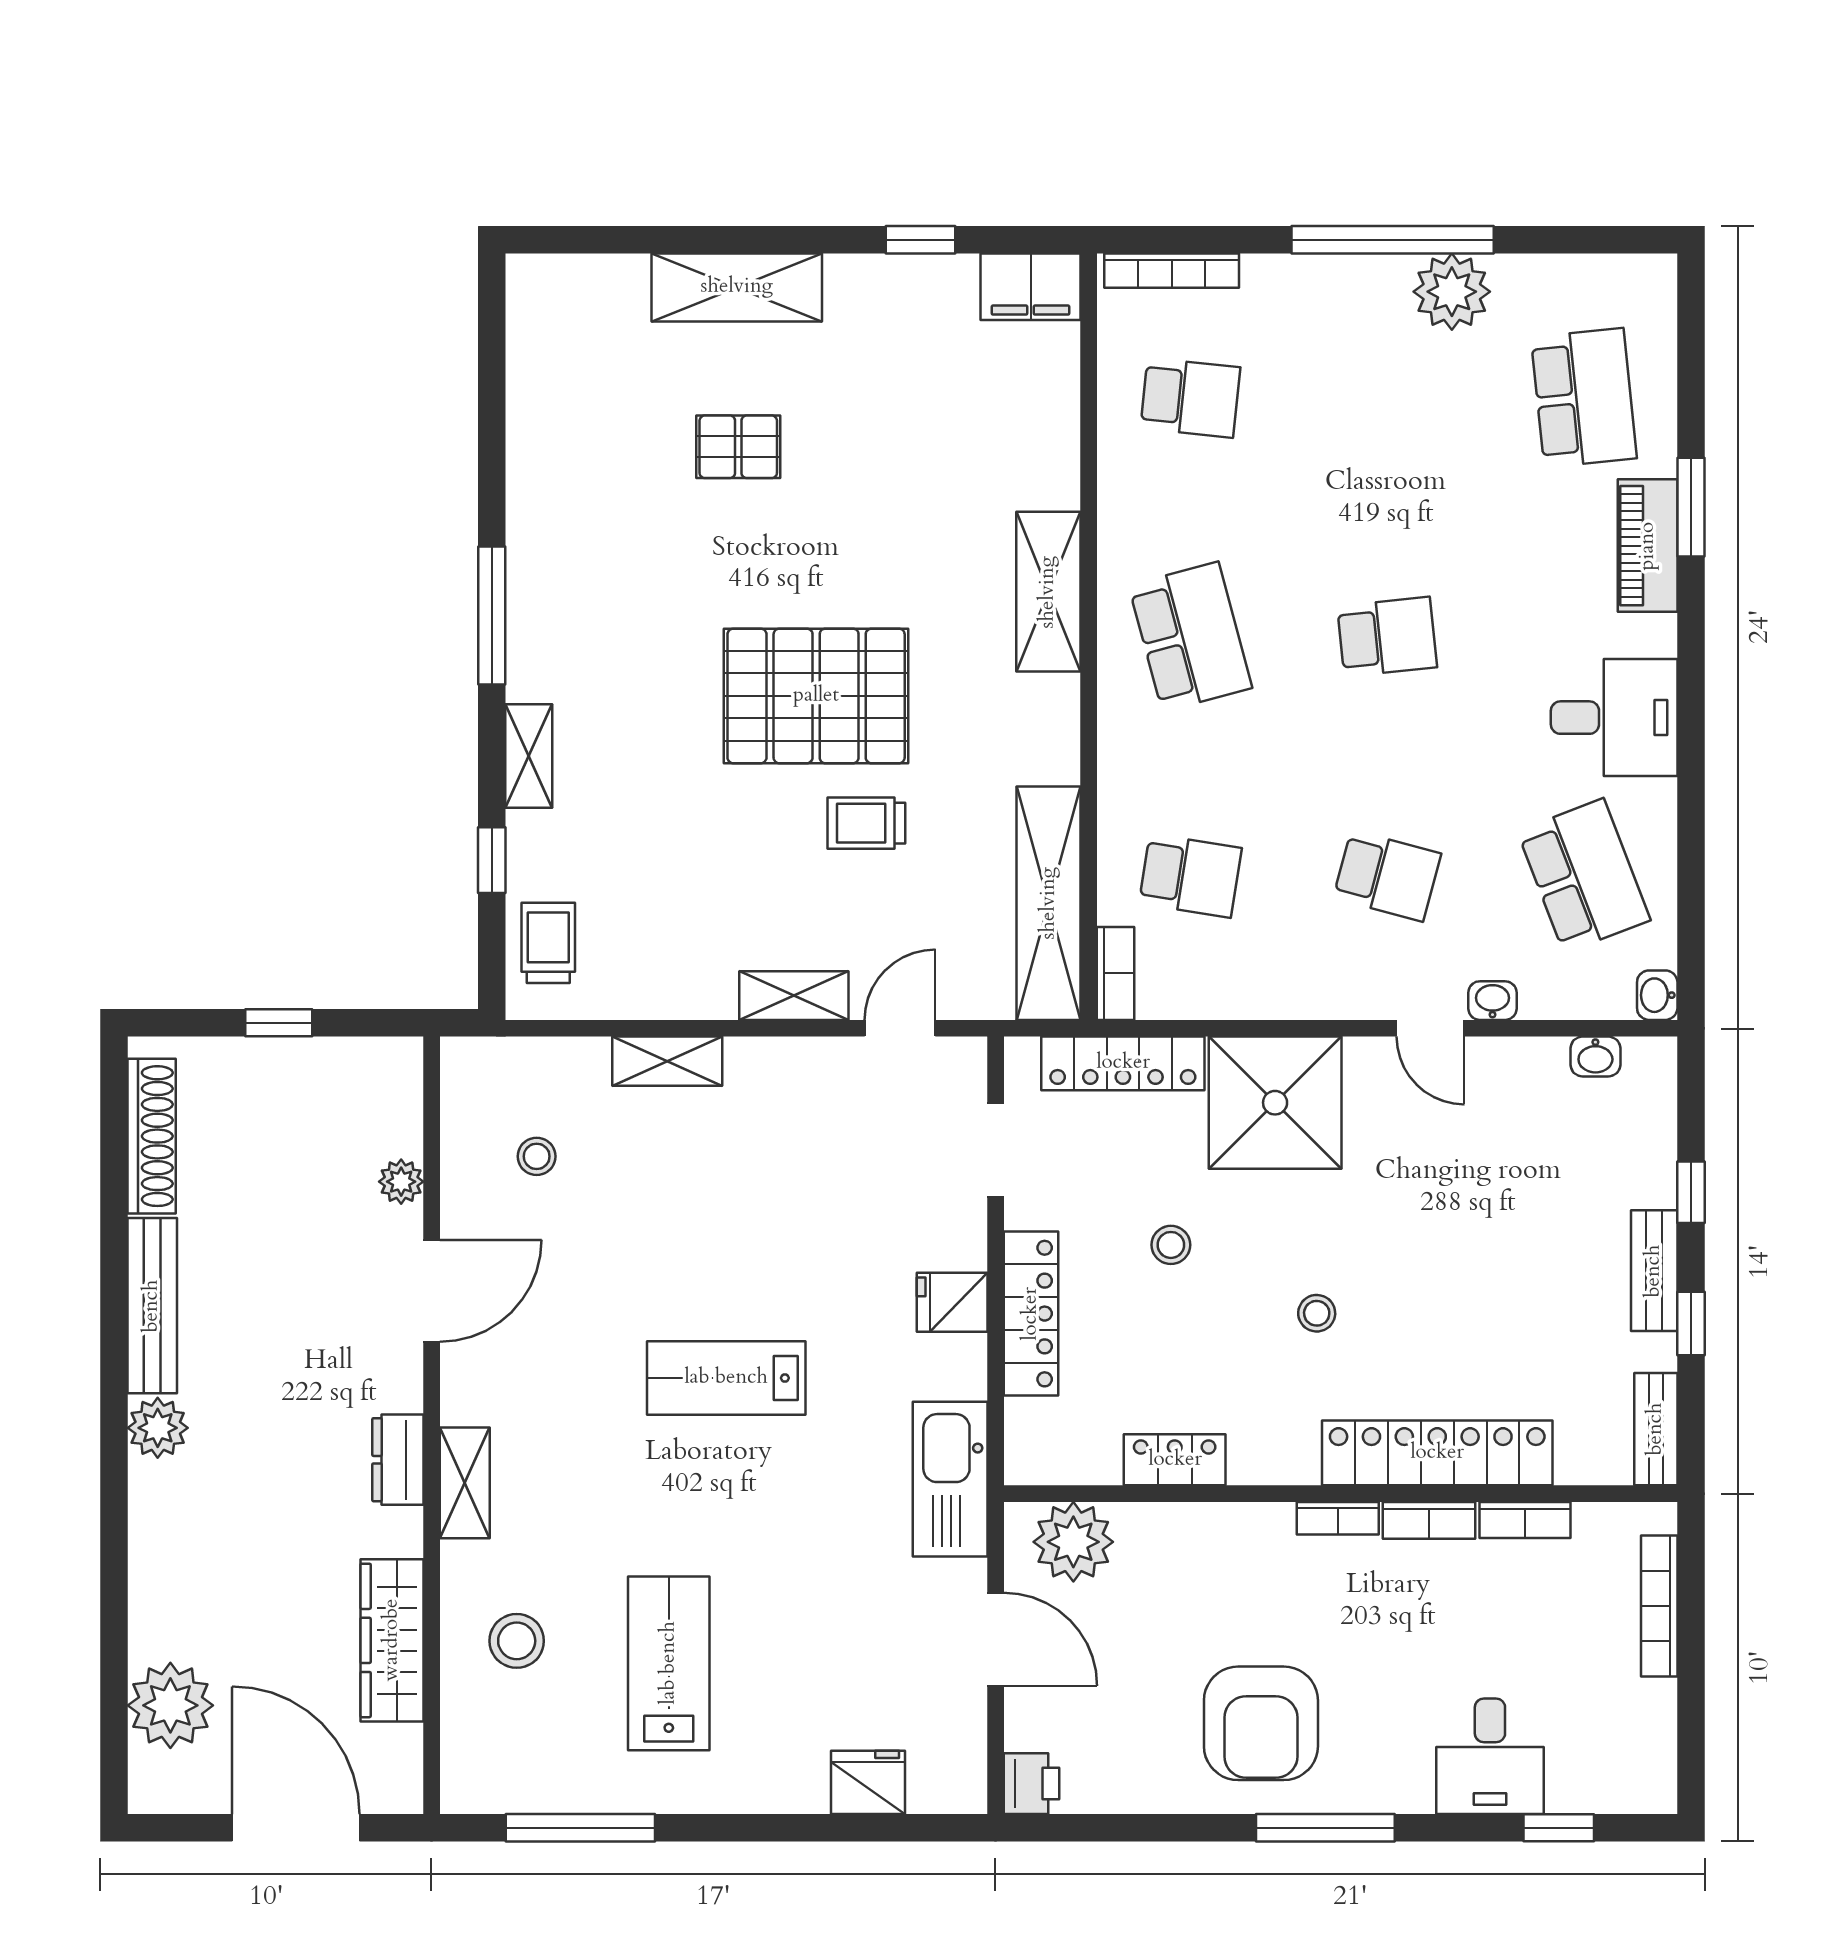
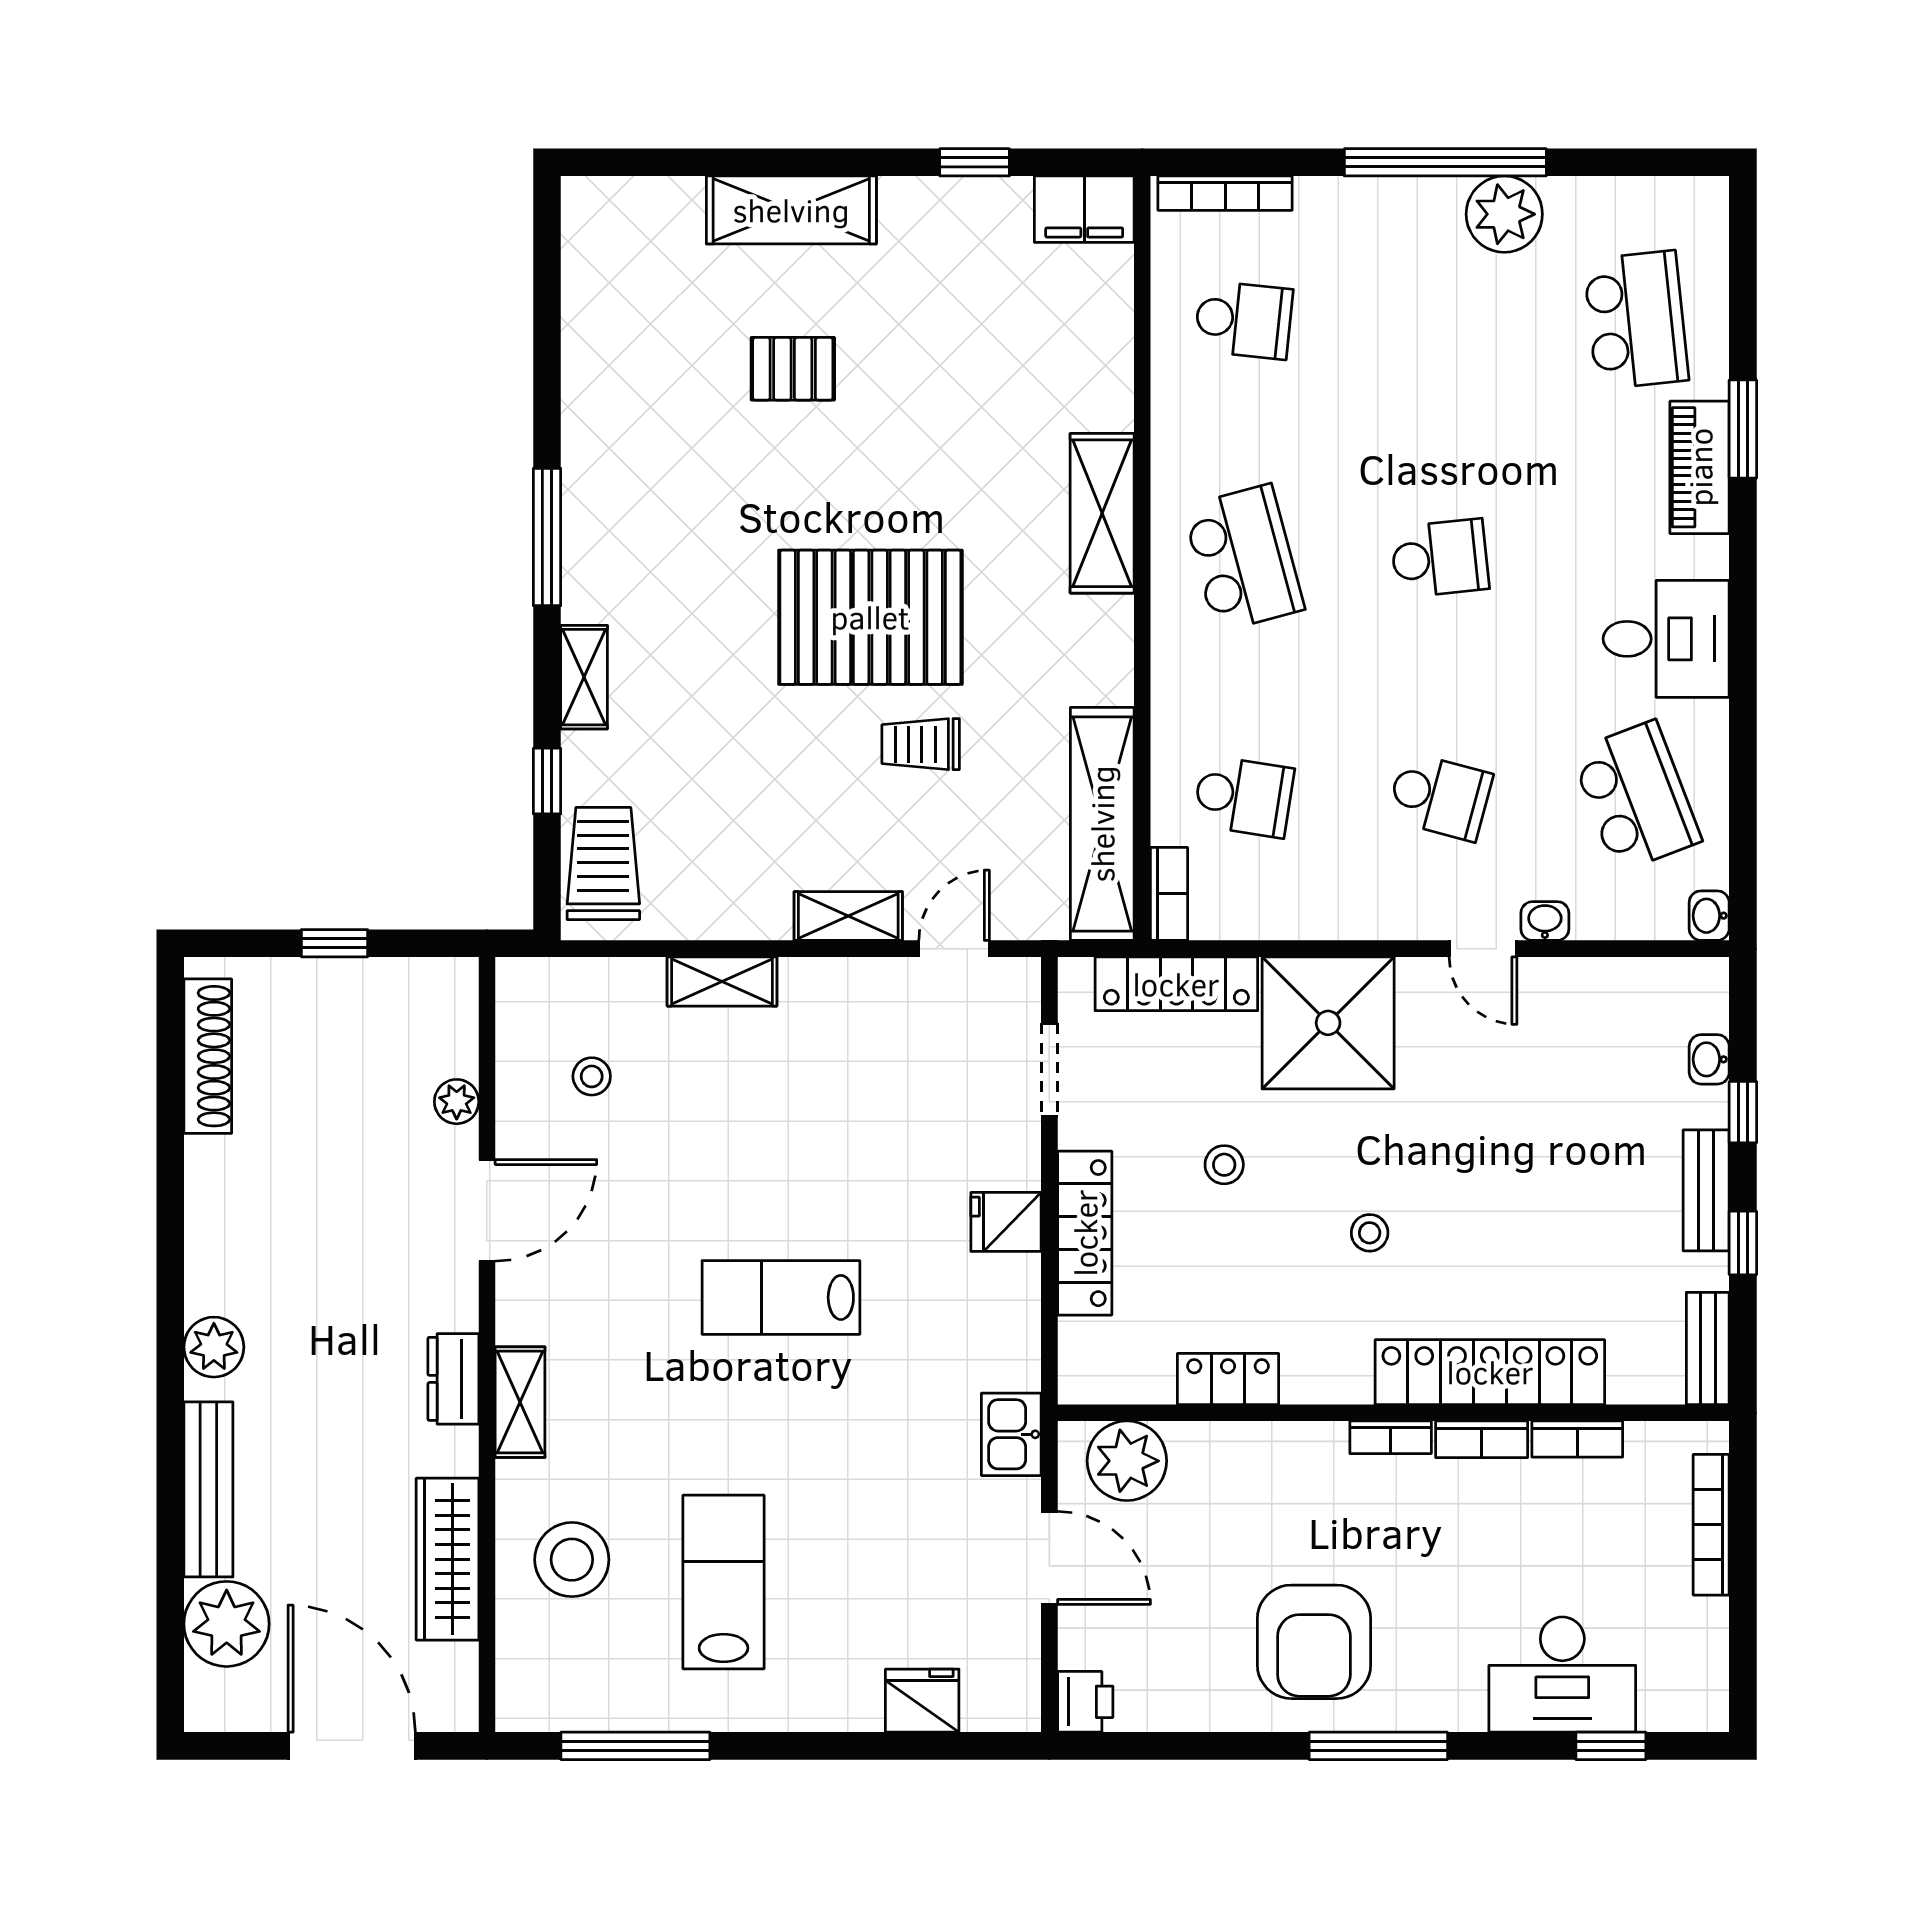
trolley: (548, 943) -> (603, 864), width x1.36, depth x1.39
washbasin: (1595, 1056) -> (1709, 1059), moved, turned 90
bench: (152, 1306) -> (208, 1489), moved
kitchen sink: (950, 1479) -> (1011, 1434), width x0.53, depth x0.81
stool: (517, 1641) -> (572, 1560), width x1.38, depth x1.38
desk: (1490, 1756) -> (1562, 1675), width x1.37

